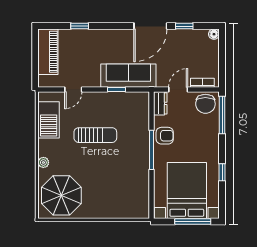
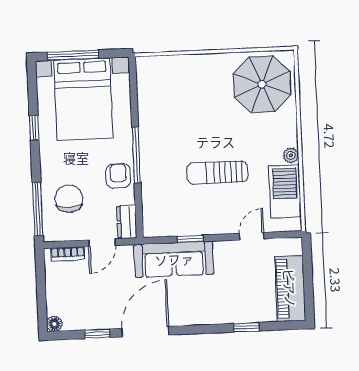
chair: (205, 104) -> (69, 199), moved
armchair: (165, 136) -> (118, 176), turned 90
plant: (43, 162) -> (291, 155), moved

